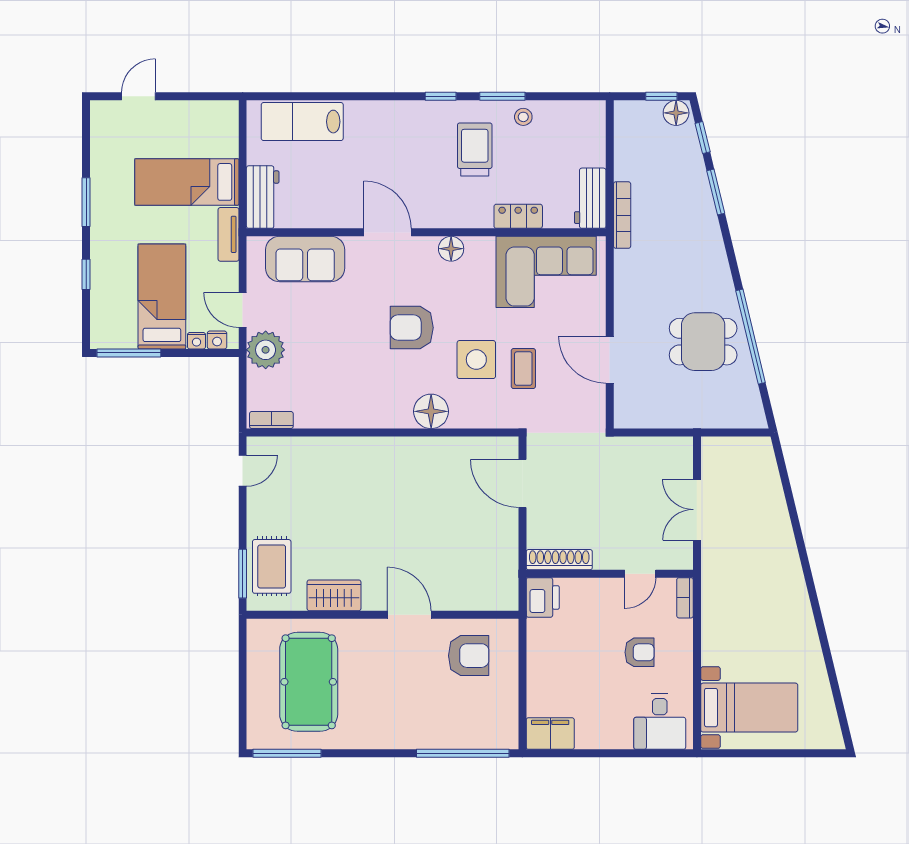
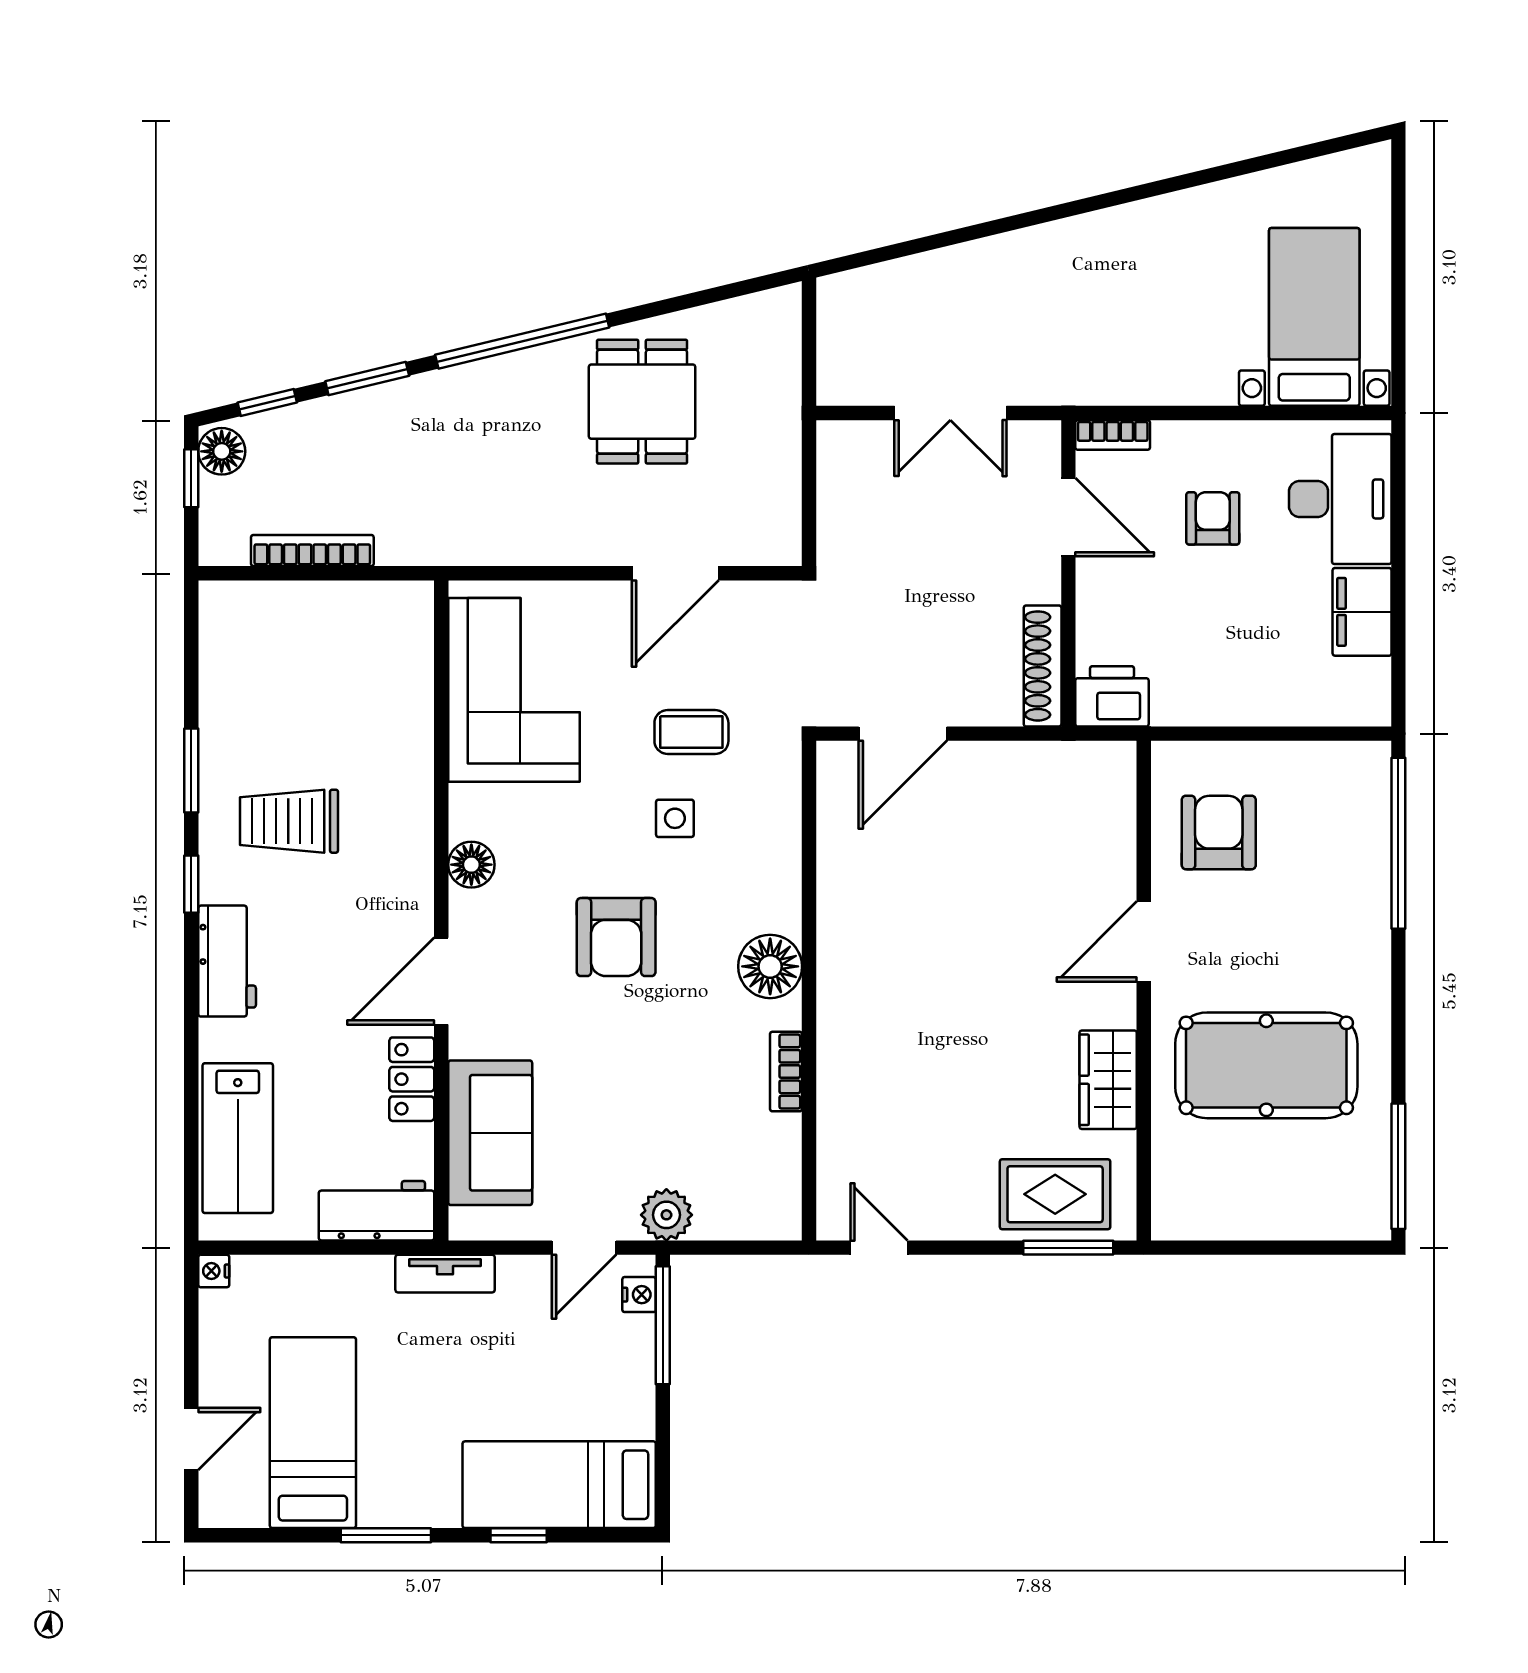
door: (139, 96) -> (191, 1439), swing flipped
stool: (523, 117) -> (229, 732), removed
bed: (187, 182) -> (313, 1433), moved, turned 180
workbench: (590, 198) -> (227, 961), moved, turned -90
bookcase: (622, 215) -> (312, 551), moved
locker: (518, 216) -> (412, 1079), moved
bed: (162, 297) -> (559, 1485), moved
window: (751, 337) -> (522, 341), moved
nightstand: (197, 341) -> (214, 1271), moved, turned 180
plant: (266, 350) -> (666, 1215), width x0.73, depth x0.73
window: (129, 353) -> (663, 1325), moved
side table: (476, 360) -> (675, 818), width x0.54, depth x0.54
floor lamp: (431, 411) -> (770, 966), moved
bookcase: (271, 420) -> (786, 1072), moved
door: (640, 574) -> (1068, 517), width x1.38
pool table: (309, 682) -> (1266, 1065), moved
desk: (660, 722) -> (1340, 499), width x1.37
filing cabinet: (550, 734) -> (1362, 612), moved

